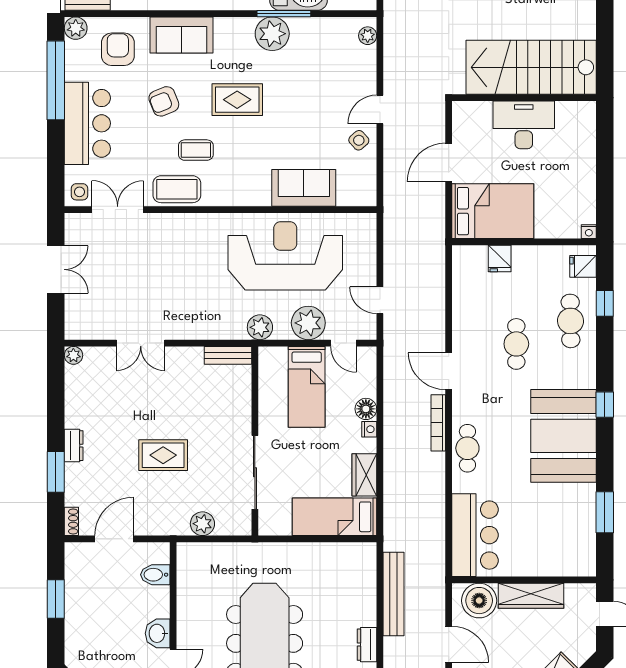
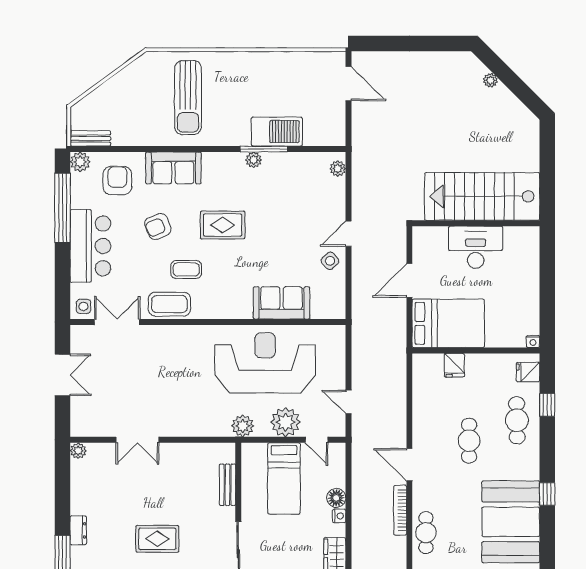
plant: (272, 34) -> (254, 160), width x0.53, depth x0.53
bench: (228, 355) -> (228, 485), moved, turned 90

